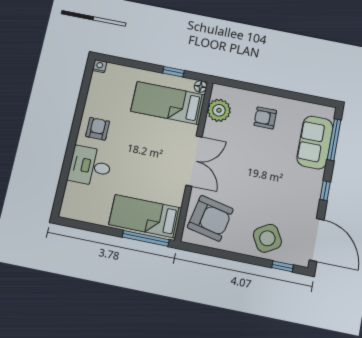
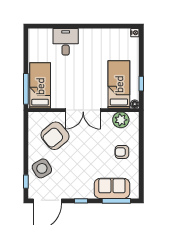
armchair: (265, 118) -> (122, 152), turned -90
armchair: (98, 129) -> (92, 41), removed
armchair: (210, 218) -> (55, 136), moved, turned 38

